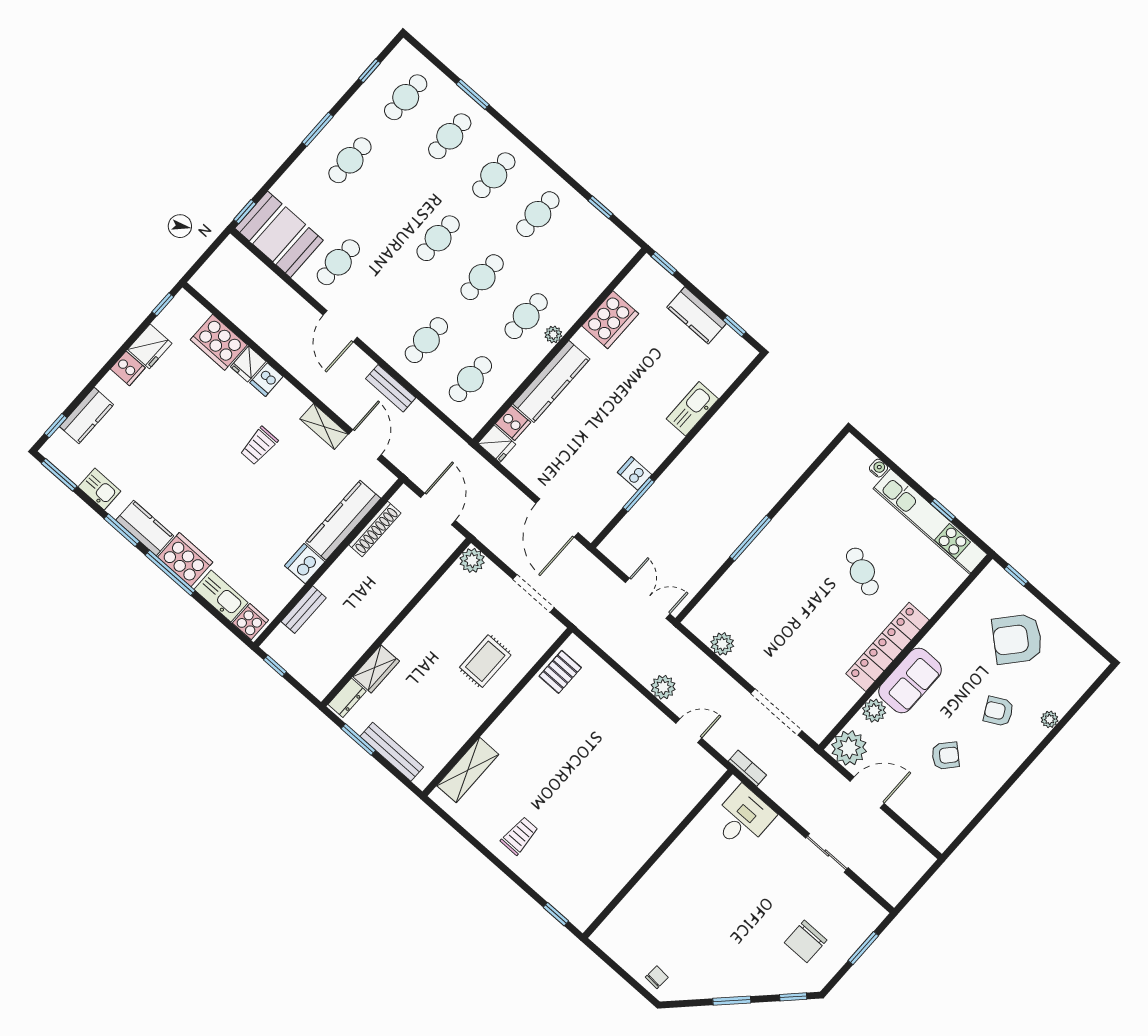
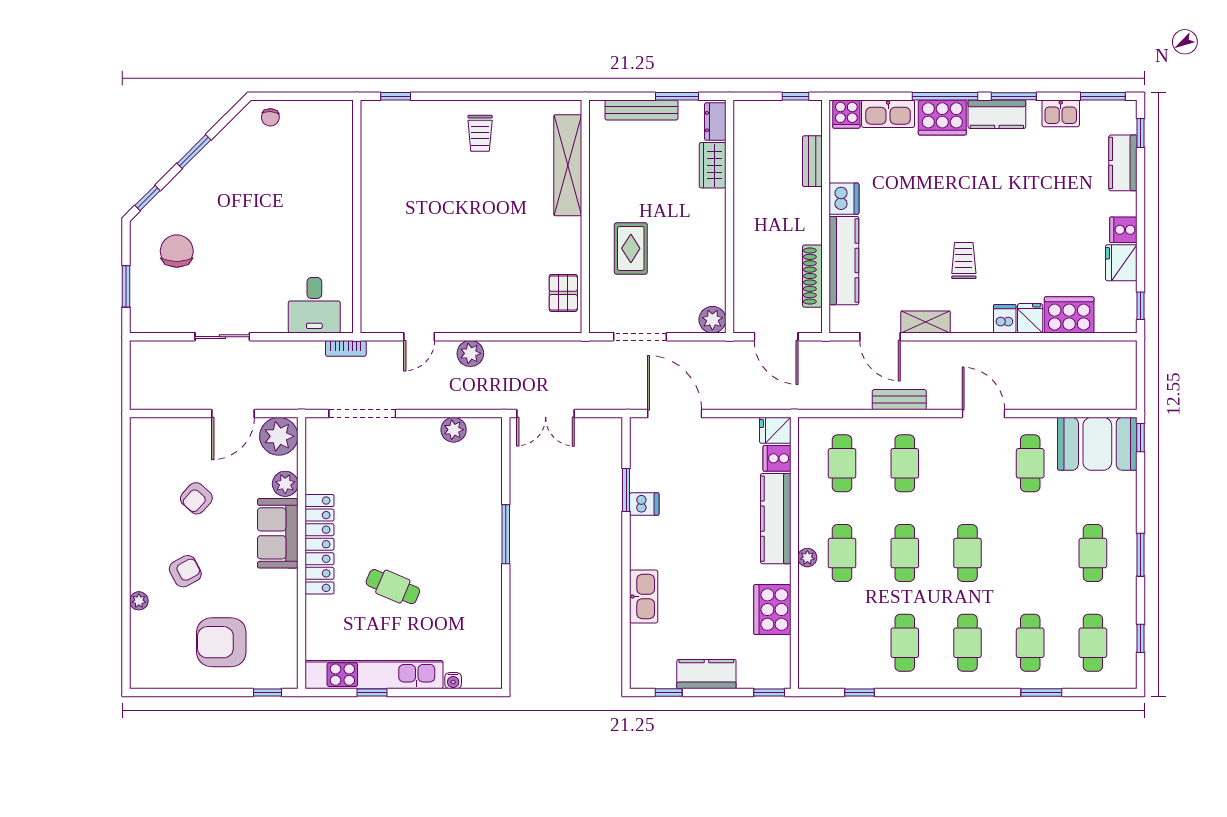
armchair: (1017, 639) -> (221, 642), turned -131
shelving: (468, 770) -> (568, 165), width x1.47

